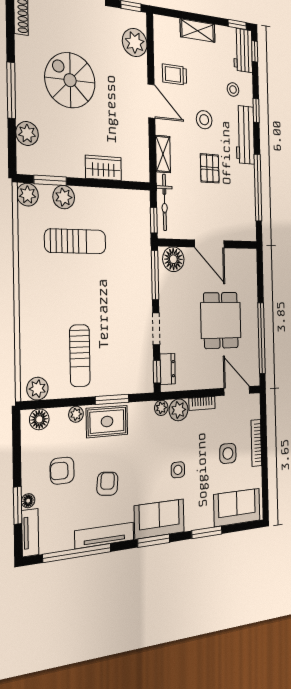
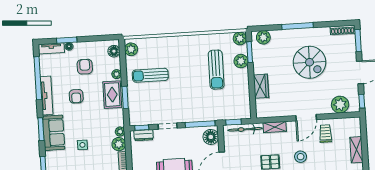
spiral stairs: (70, 80) -> (310, 62), turned 90
plant: (27, 133) -> (263, 37), moved
armchair: (107, 484) -> (76, 96), turned 85

